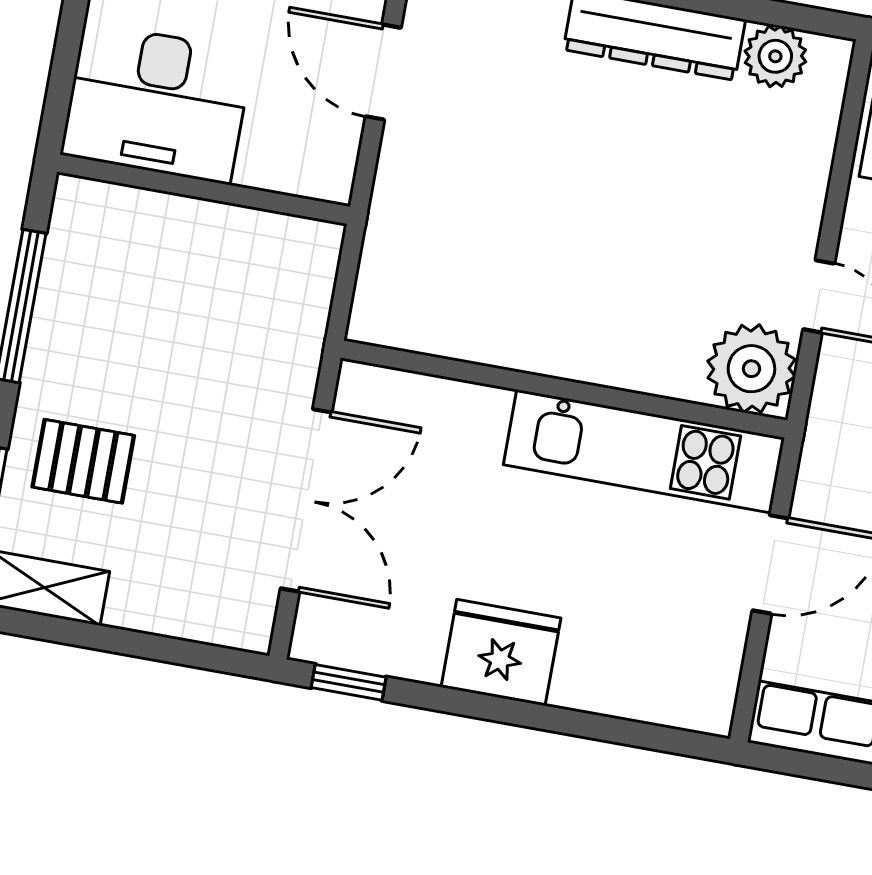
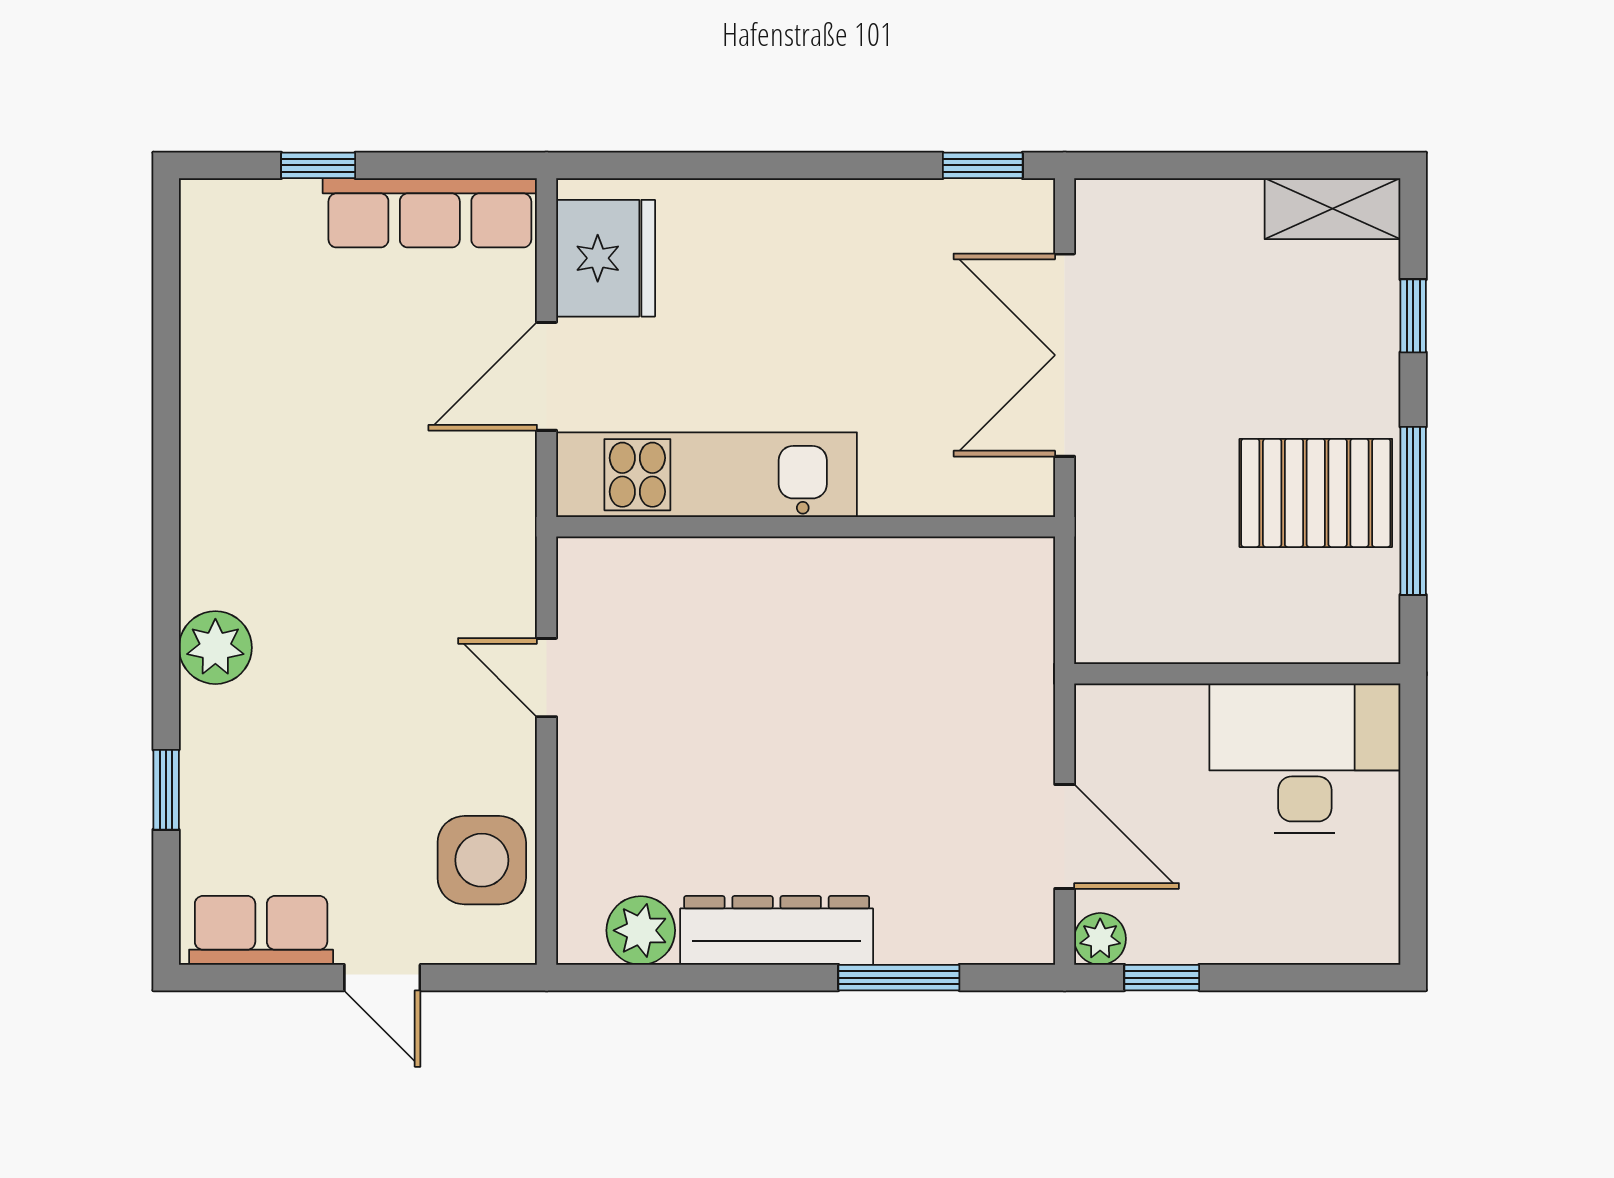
plant: (751, 369) -> (606, 586), removed
pallet: (83, 461) -> (1316, 493), moved, width x1.50, depth x1.42
fridge: (501, 652) -> (606, 258), moved, turned -90

